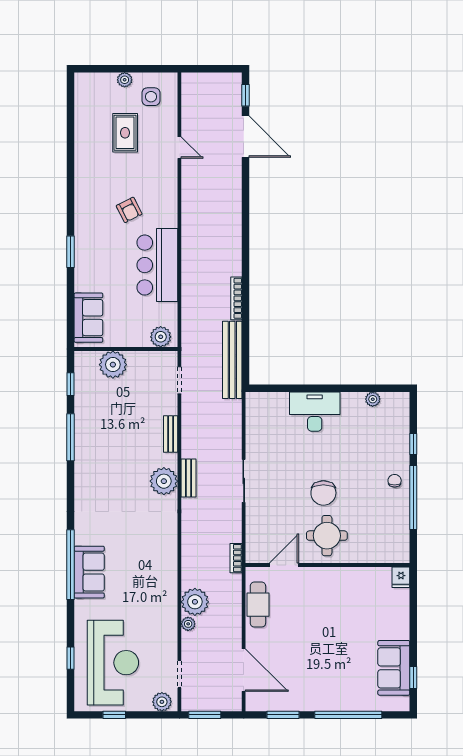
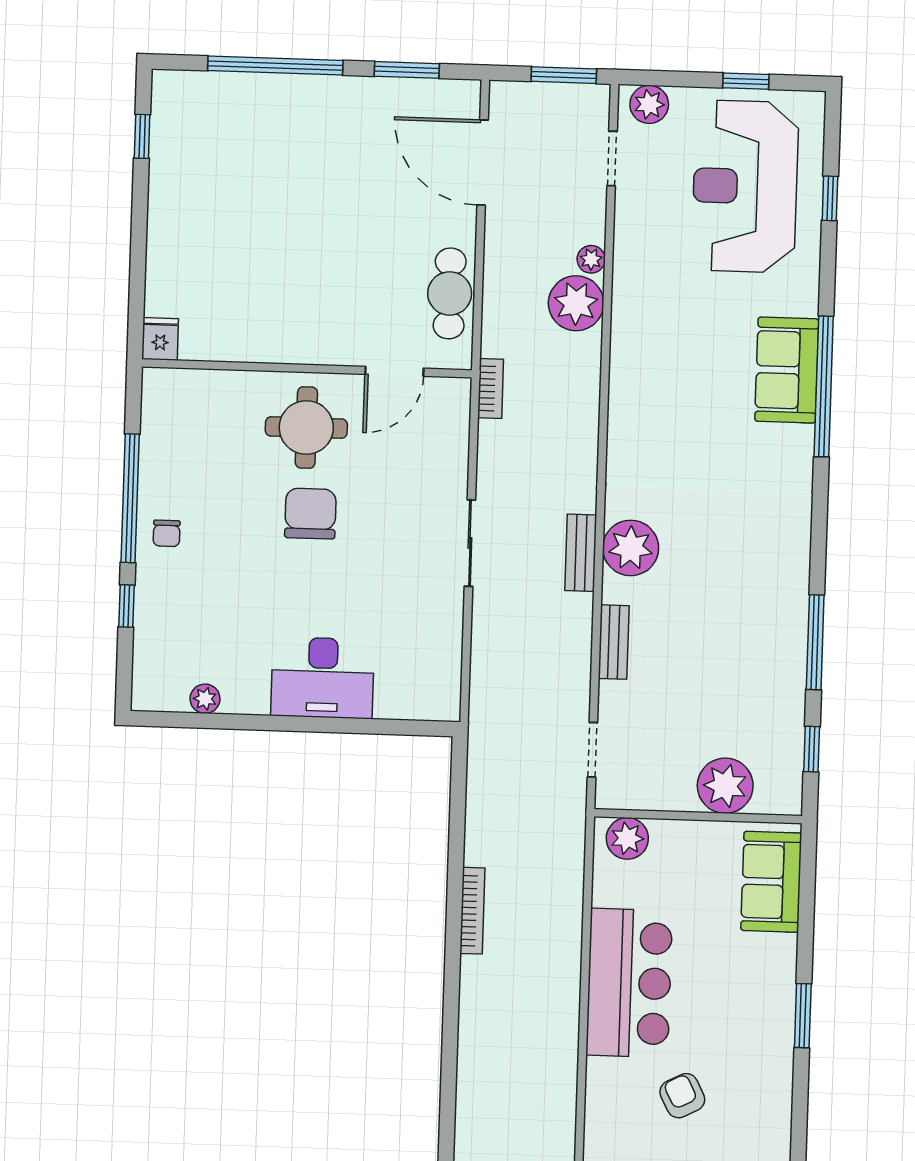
bench: (232, 360) -> (485, 787), removed
sofa: (394, 668) -> (181, 157), removed

